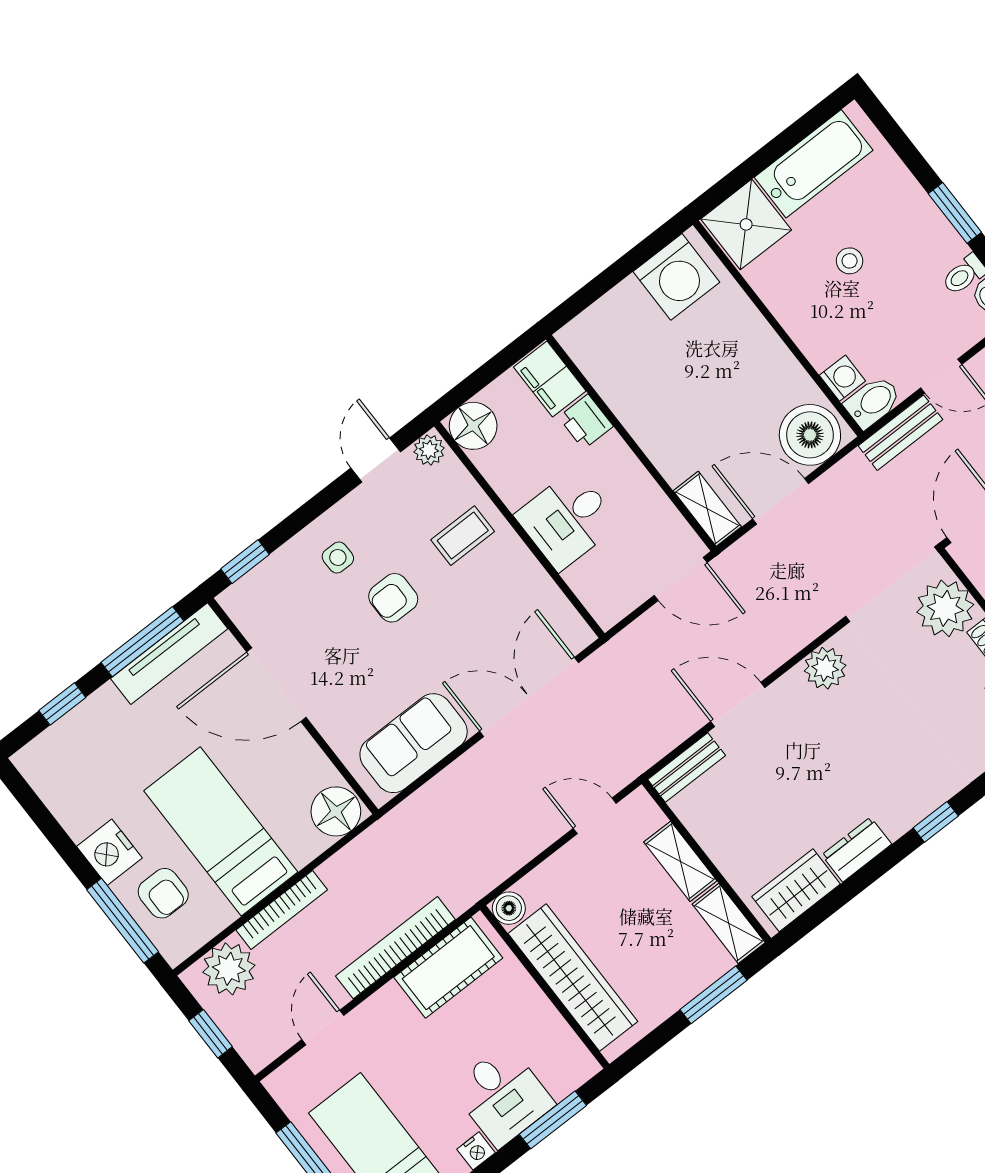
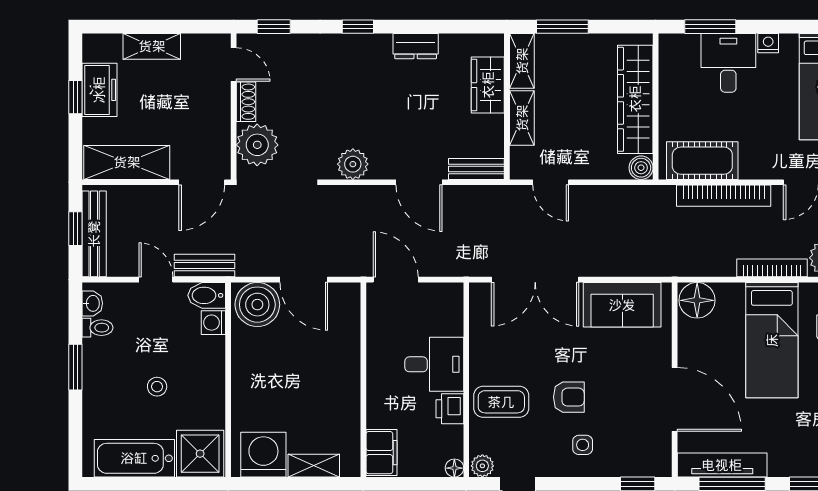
printer: (586, 422) -> (450, 409), moved, turned 180
floor lamp: (473, 426) -> (454, 468), width x0.53, depth x0.53
shelving: (707, 509) -> (314, 466), moved, turned 90
coffee table: (463, 536) -> (501, 402), width x1.36, depth x1.30
wardrobe: (796, 890) -> (488, 85), moved, turned 90

